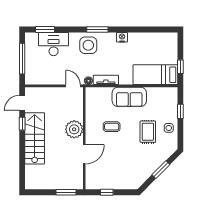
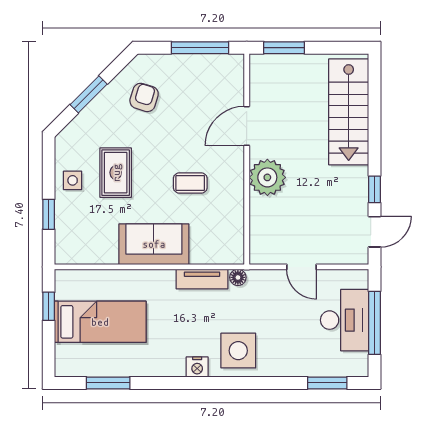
window: (97, 30) -> (108, 383), moved
nightstand: (122, 37) -> (197, 367), moved
desk: (54, 44) -> (345, 320), moved, turned -90
bed: (155, 75) -> (100, 322), moved
door: (73, 86) -> (301, 267), moved
stairs: (35, 138) -> (349, 112), moved
armchair: (134, 168) -> (144, 97), added
window: (107, 192) -> (200, 48), width x2.17

